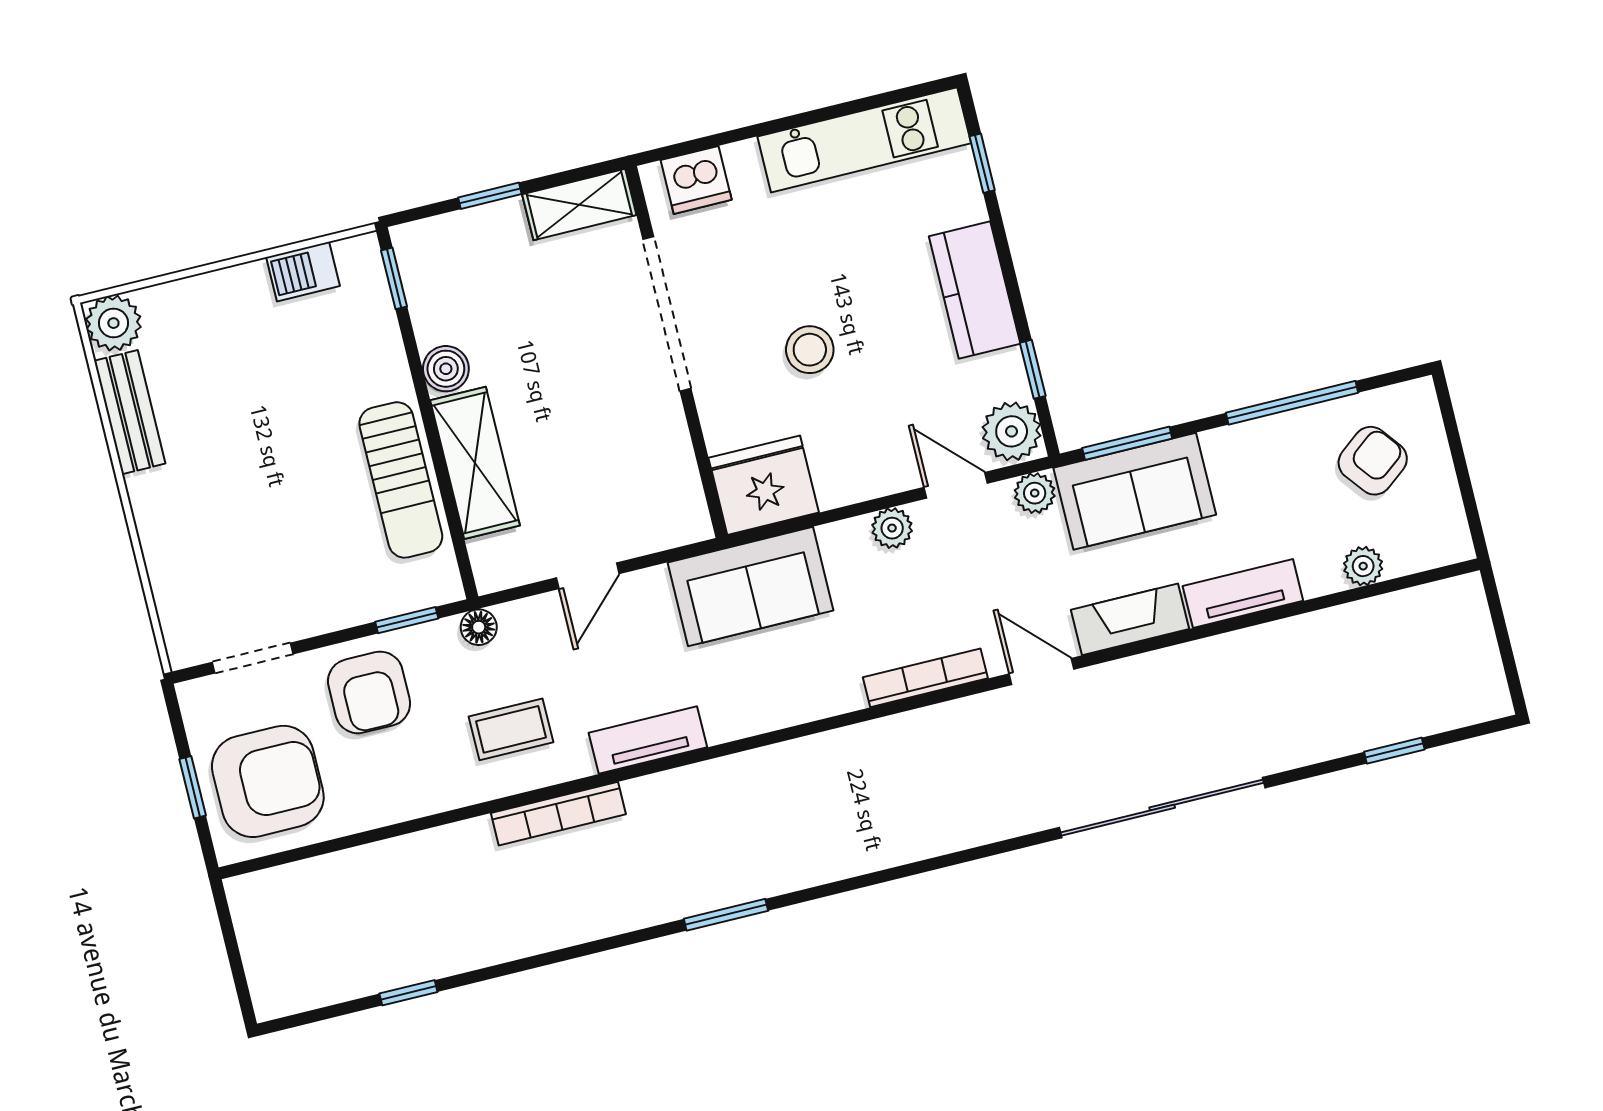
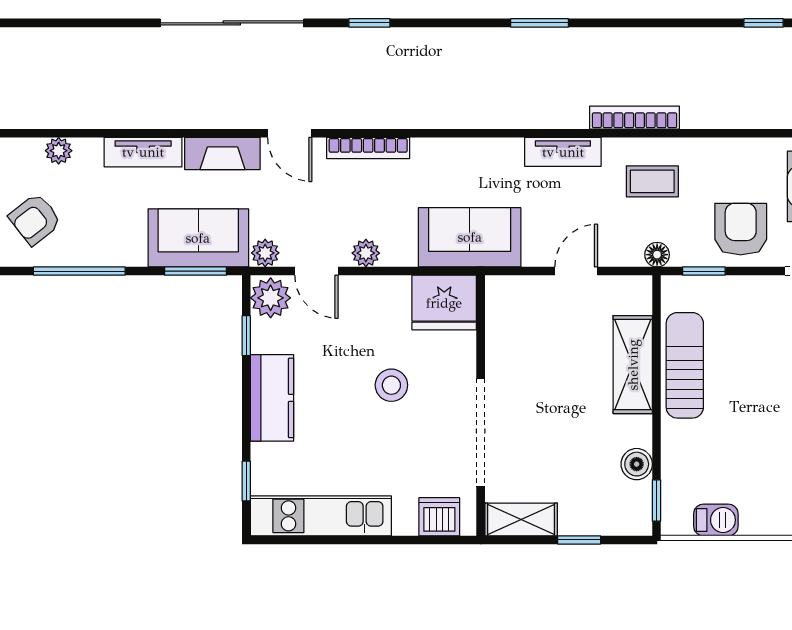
boiler: (446, 369) -> (637, 464), moved
window: (1394, 751) -> (369, 23), moved

